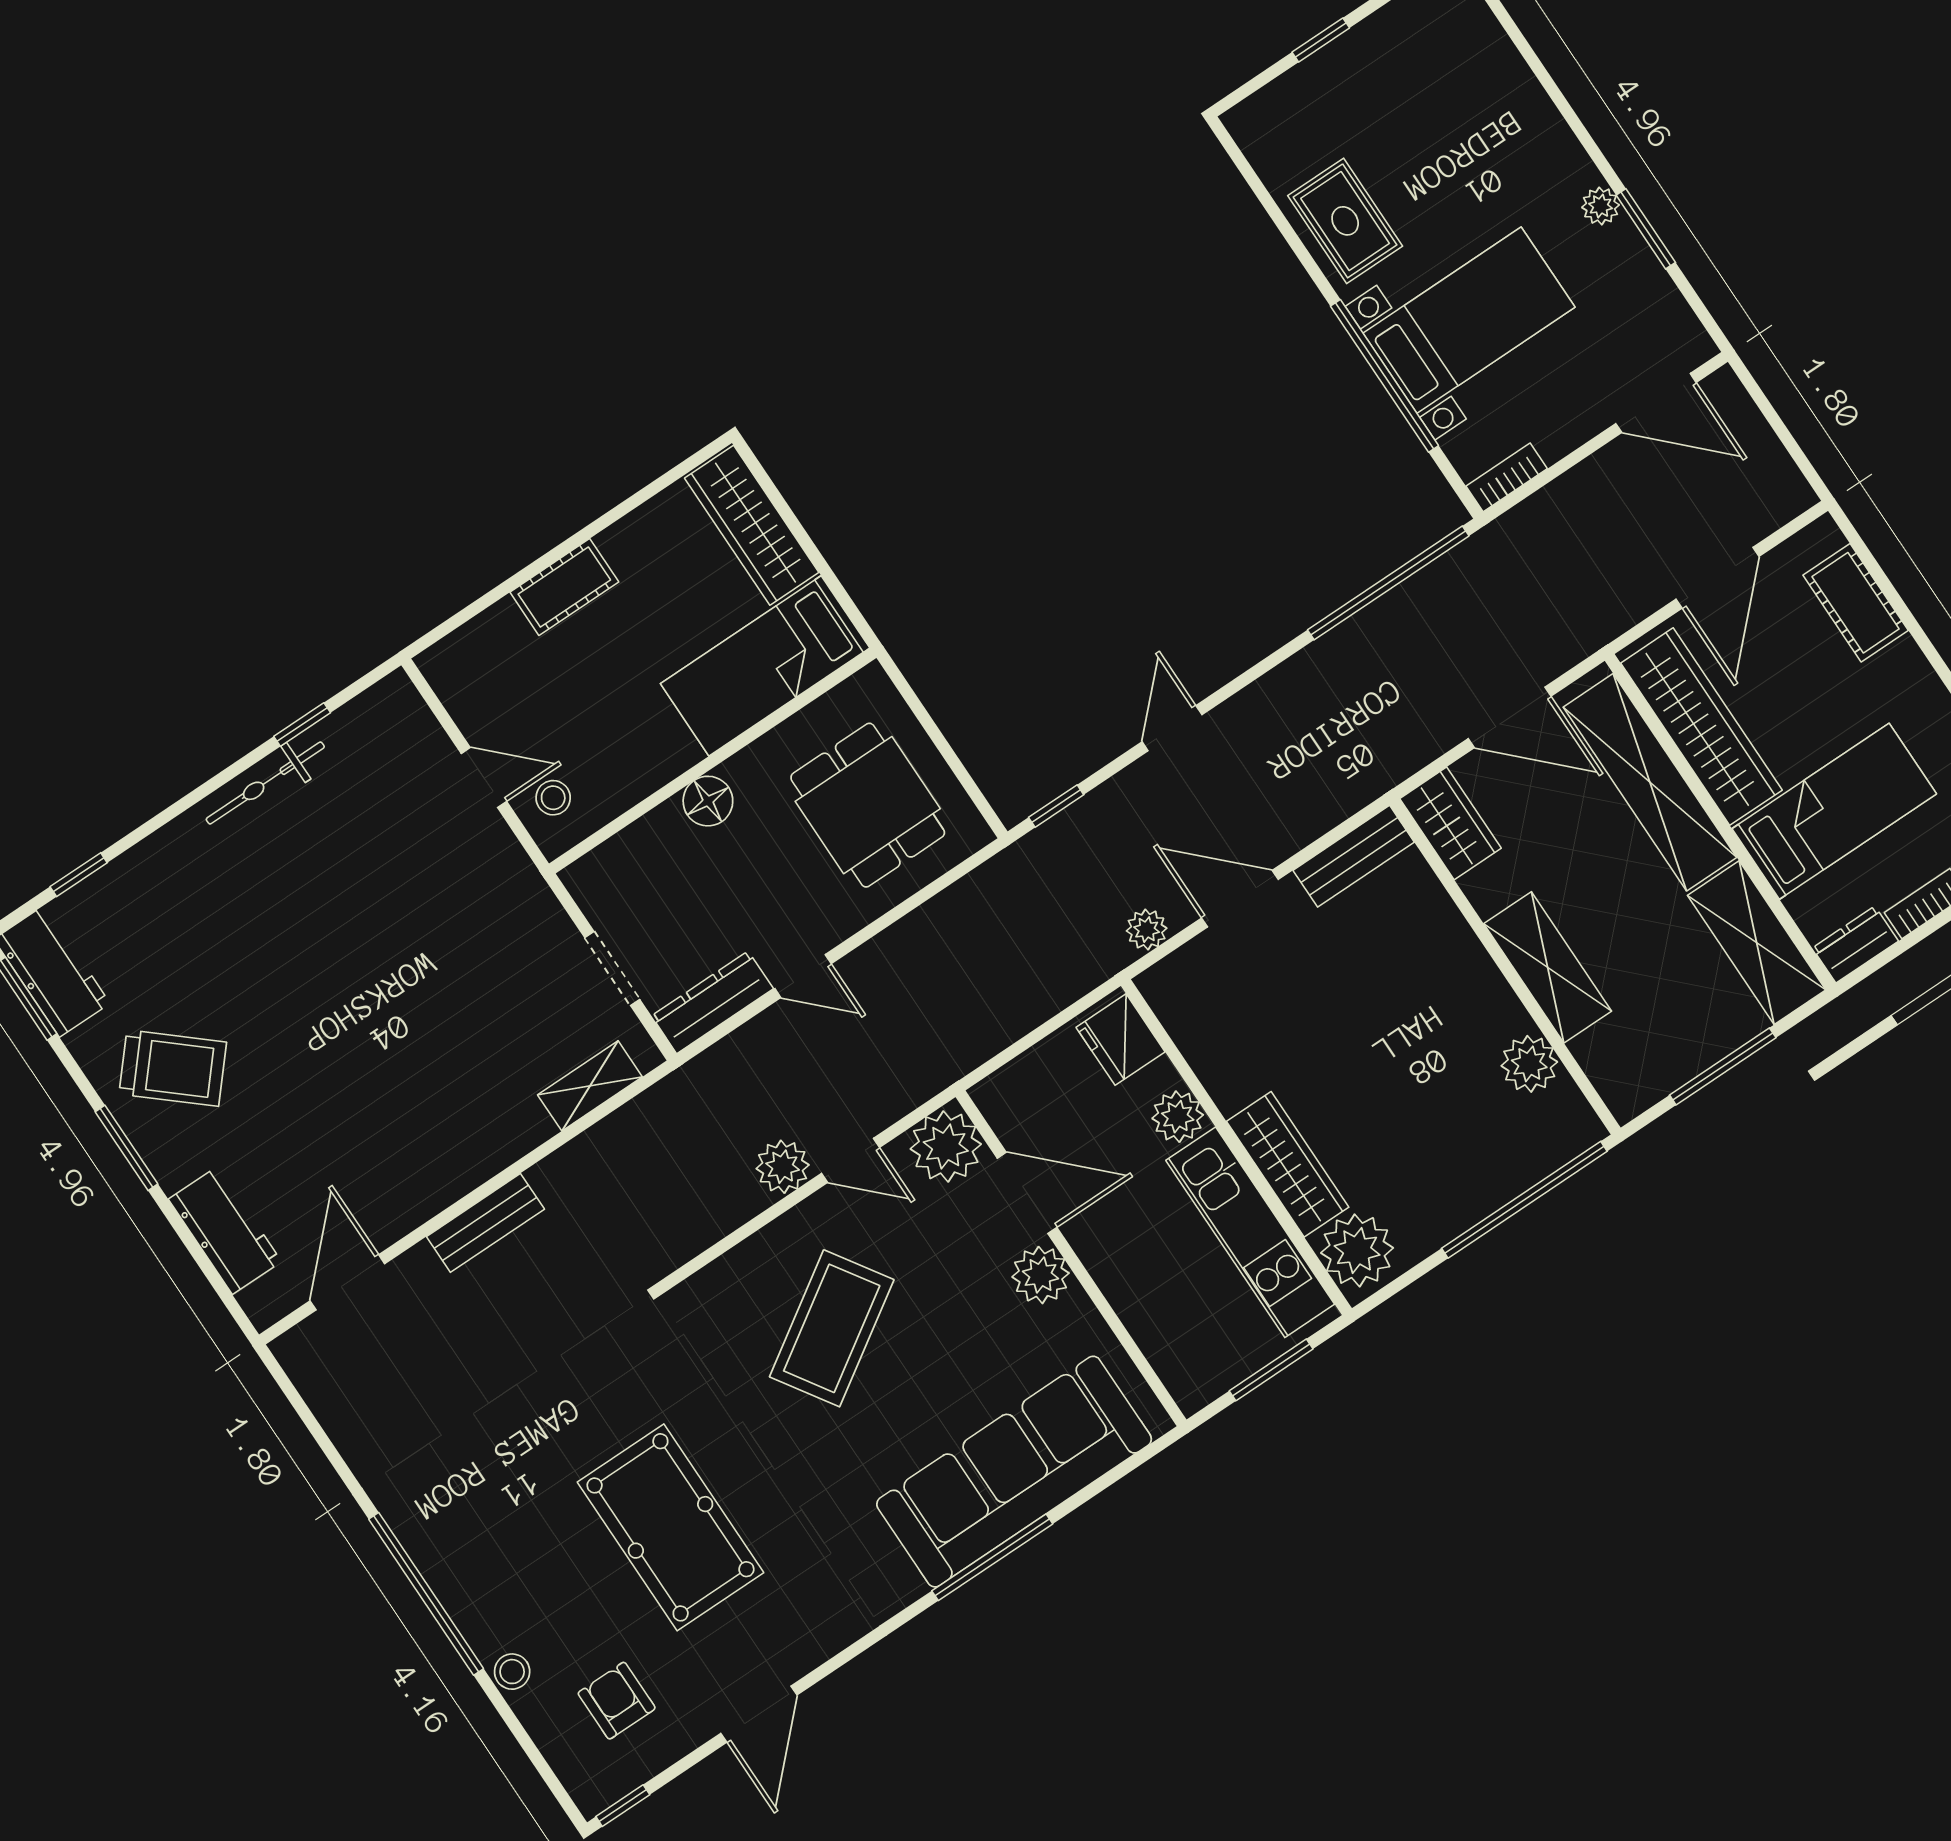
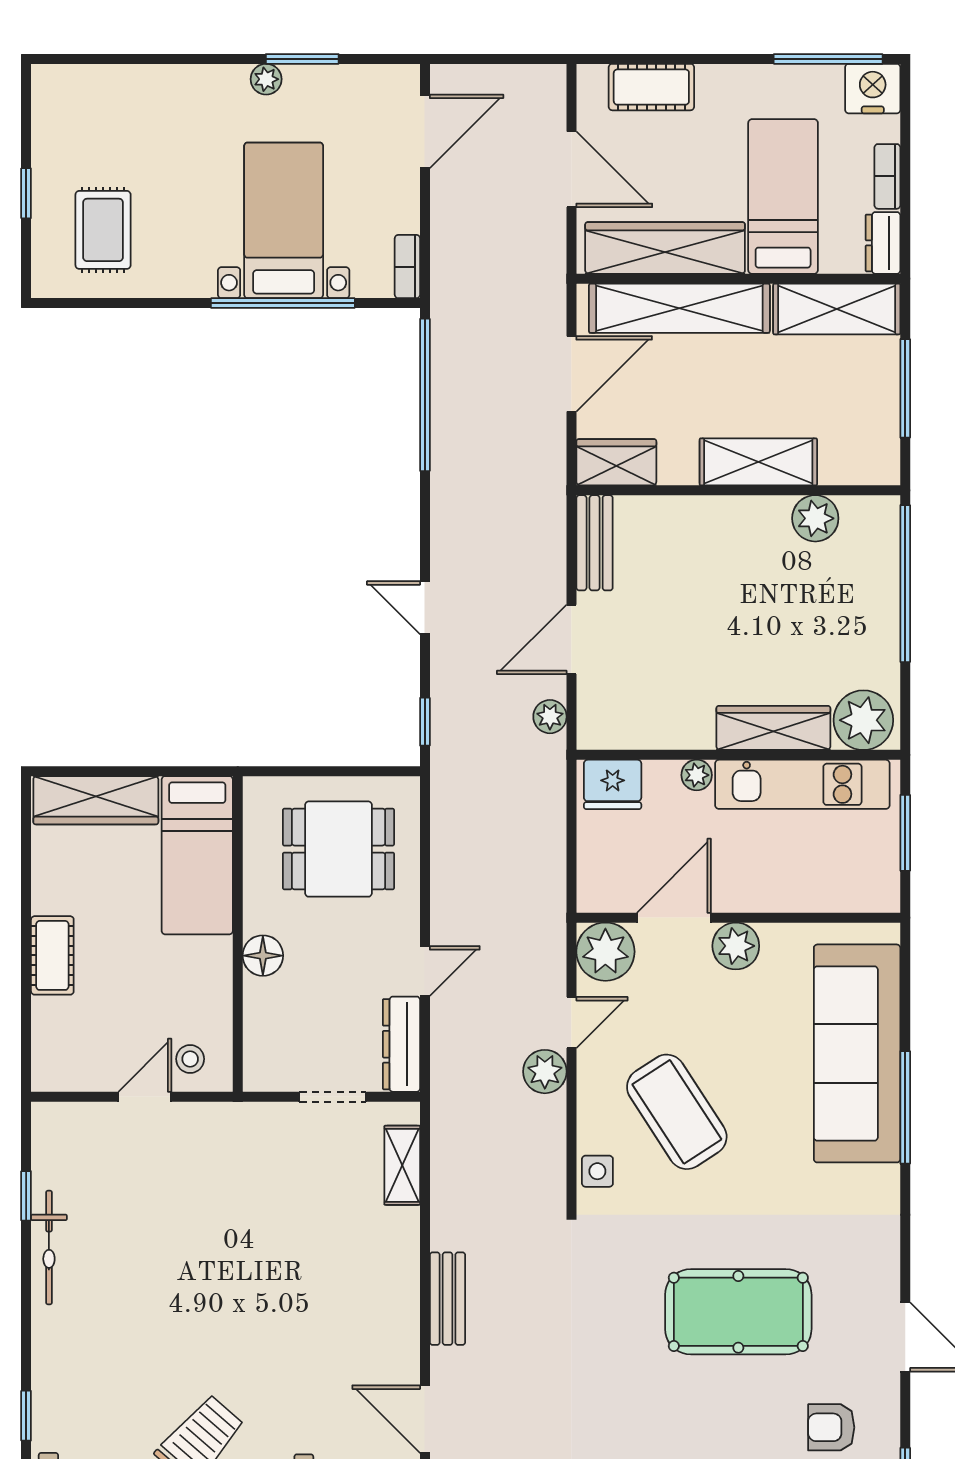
rug: (1345, 221) -> (103, 230), moved, turned 90
plant: (1178, 1117) -> (697, 775), width x0.73, depth x0.73
side table: (717, 1288) -> (597, 1171), added

